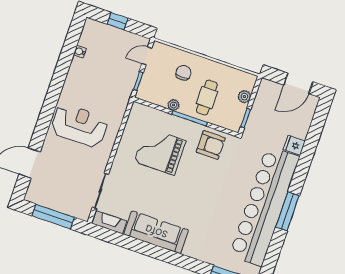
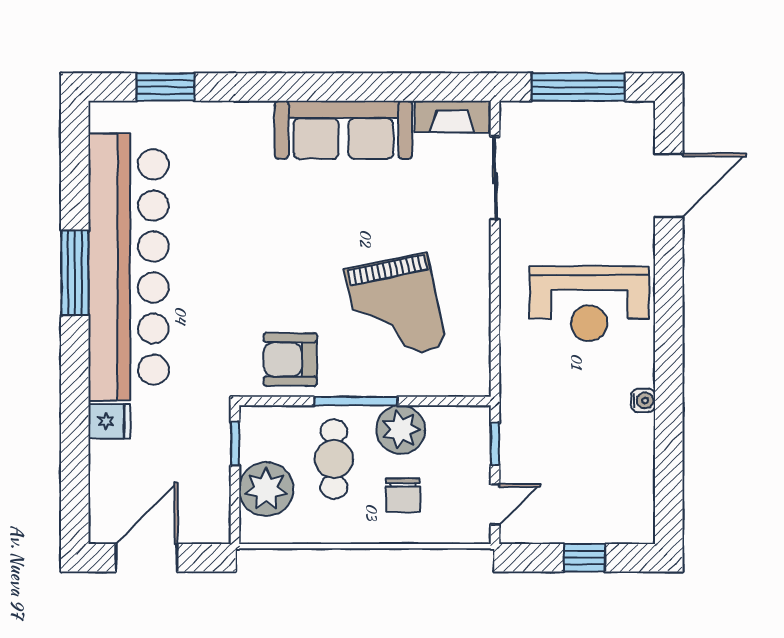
water cooler: (80, 52) -> (643, 400), moved
plant: (244, 97) -> (266, 489), width x1.88, depth x1.88
plant: (174, 105) -> (401, 430), width x1.88, depth x1.88
grand piano: (160, 151) -> (395, 308), turned 78

